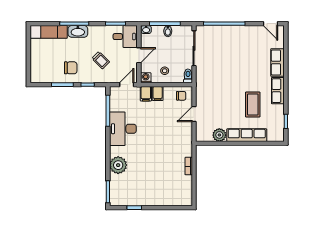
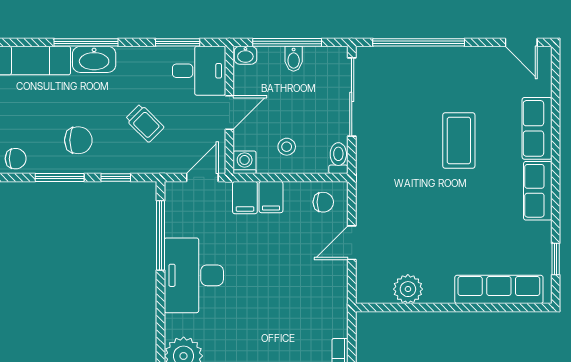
chair: (42, 76) -> (16, 159), added
coffee table: (253, 105) -> (459, 140), moved
row of seats: (247, 135) -> (499, 289), moved

